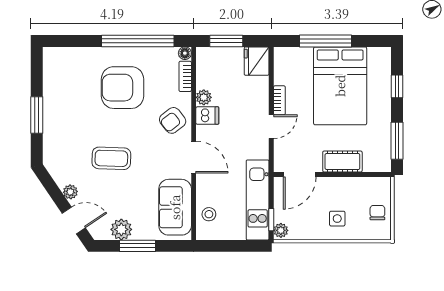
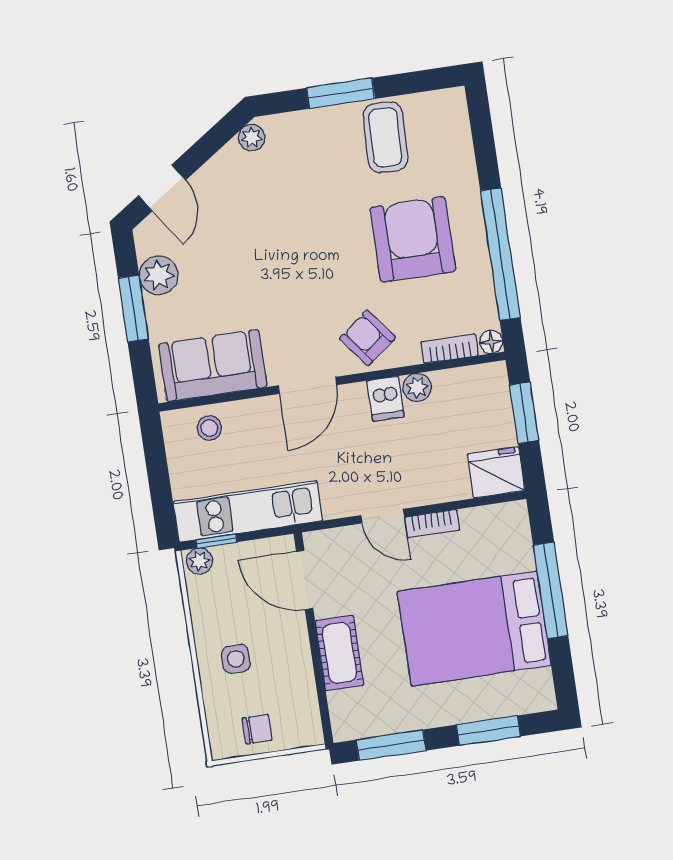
window: (397, 86) -> (488, 731), width x1.50
coffee table: (111, 158) -> (385, 137), moved
plant: (70, 192) -> (252, 137), moved

